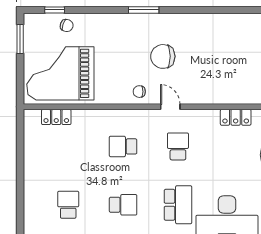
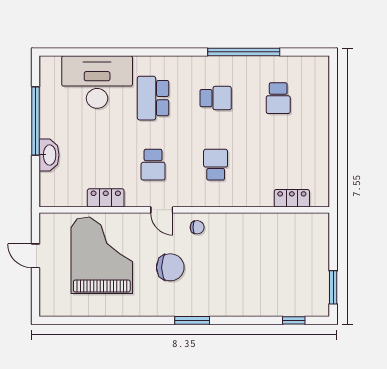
chair: (67, 26) -> (280, 303), removed
grand piano: (60, 73) -> (102, 255), moved, turned -90
locker: (236, 117) -> (106, 198), moved
school desk: (123, 146) -> (216, 165), turned -90
school desk: (123, 205) -> (216, 98), turned 180

